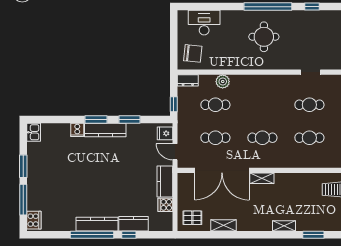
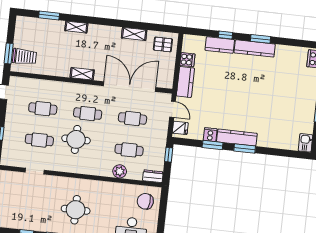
round table: (271, 110) -> (76, 139), added
cooker: (77, 130) -> (210, 135), moved
shelving: (262, 178) -> (82, 74), moved
window: (92, 235) -> (260, 39), width x0.47

